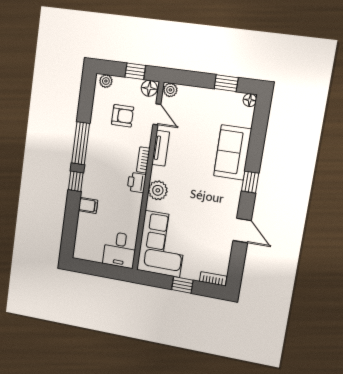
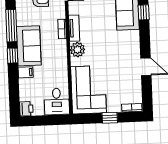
tv unit: (161, 148) -> (74, 28), moved
sofa: (98, 173) -> (29, 46), added
printer: (137, 182) -> (26, 109), moved, turned 180
window: (250, 182) -> (144, 12), moved

